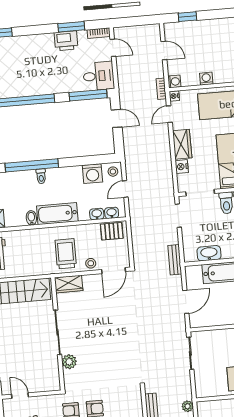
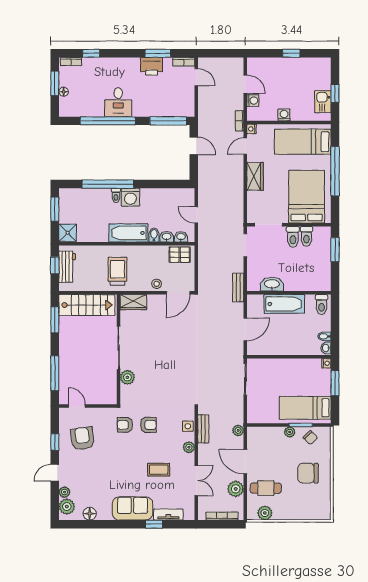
window: (187, 17) -> (291, 53), moved
desk: (99, 76) -> (118, 102), moved, turned 90
washing machine: (174, 81) -> (253, 101), moved
nightstand: (182, 167) -> (253, 198), removed
stool: (113, 172) -> (186, 197), removed
washing machine: (92, 174) -> (130, 197), moved
door: (125, 189) -> (196, 215), hinge flipped
bidet: (31, 218) -> (154, 235), moved
trolley: (66, 254) -> (118, 271), moved
side table: (136, 406) -> (188, 426), added

